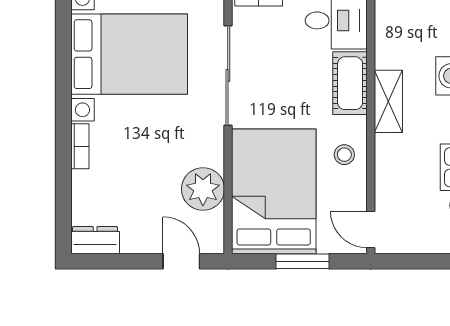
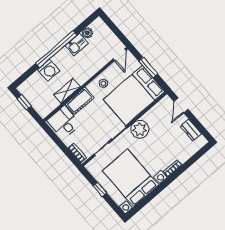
shelving: (388, 101) -> (67, 91), moved
plant: (203, 189) -> (140, 129), moved
dresser: (95, 240) -> (191, 130), moved

